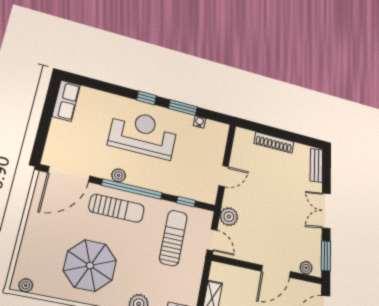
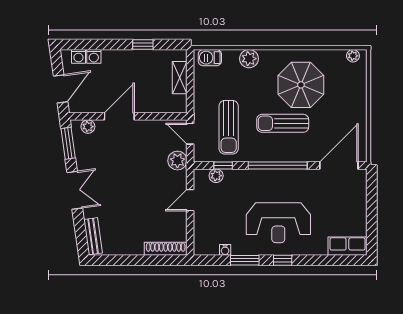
row of seats: (66, 101) -> (347, 246), moved, turned 90
shoe rack: (274, 143) -> (166, 249), moved
plant: (119, 175) -> (216, 176), moved
sun lounger: (117, 208) -> (283, 123), moved

